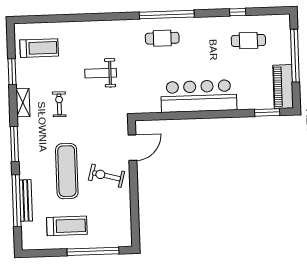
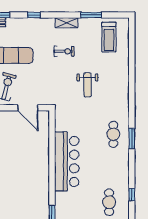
window: (167, 15) -> (132, 139), width x0.47
weight bench: (101, 73) -> (88, 85), turned 180
window: (15, 144) -> (34, 15), width x0.46

